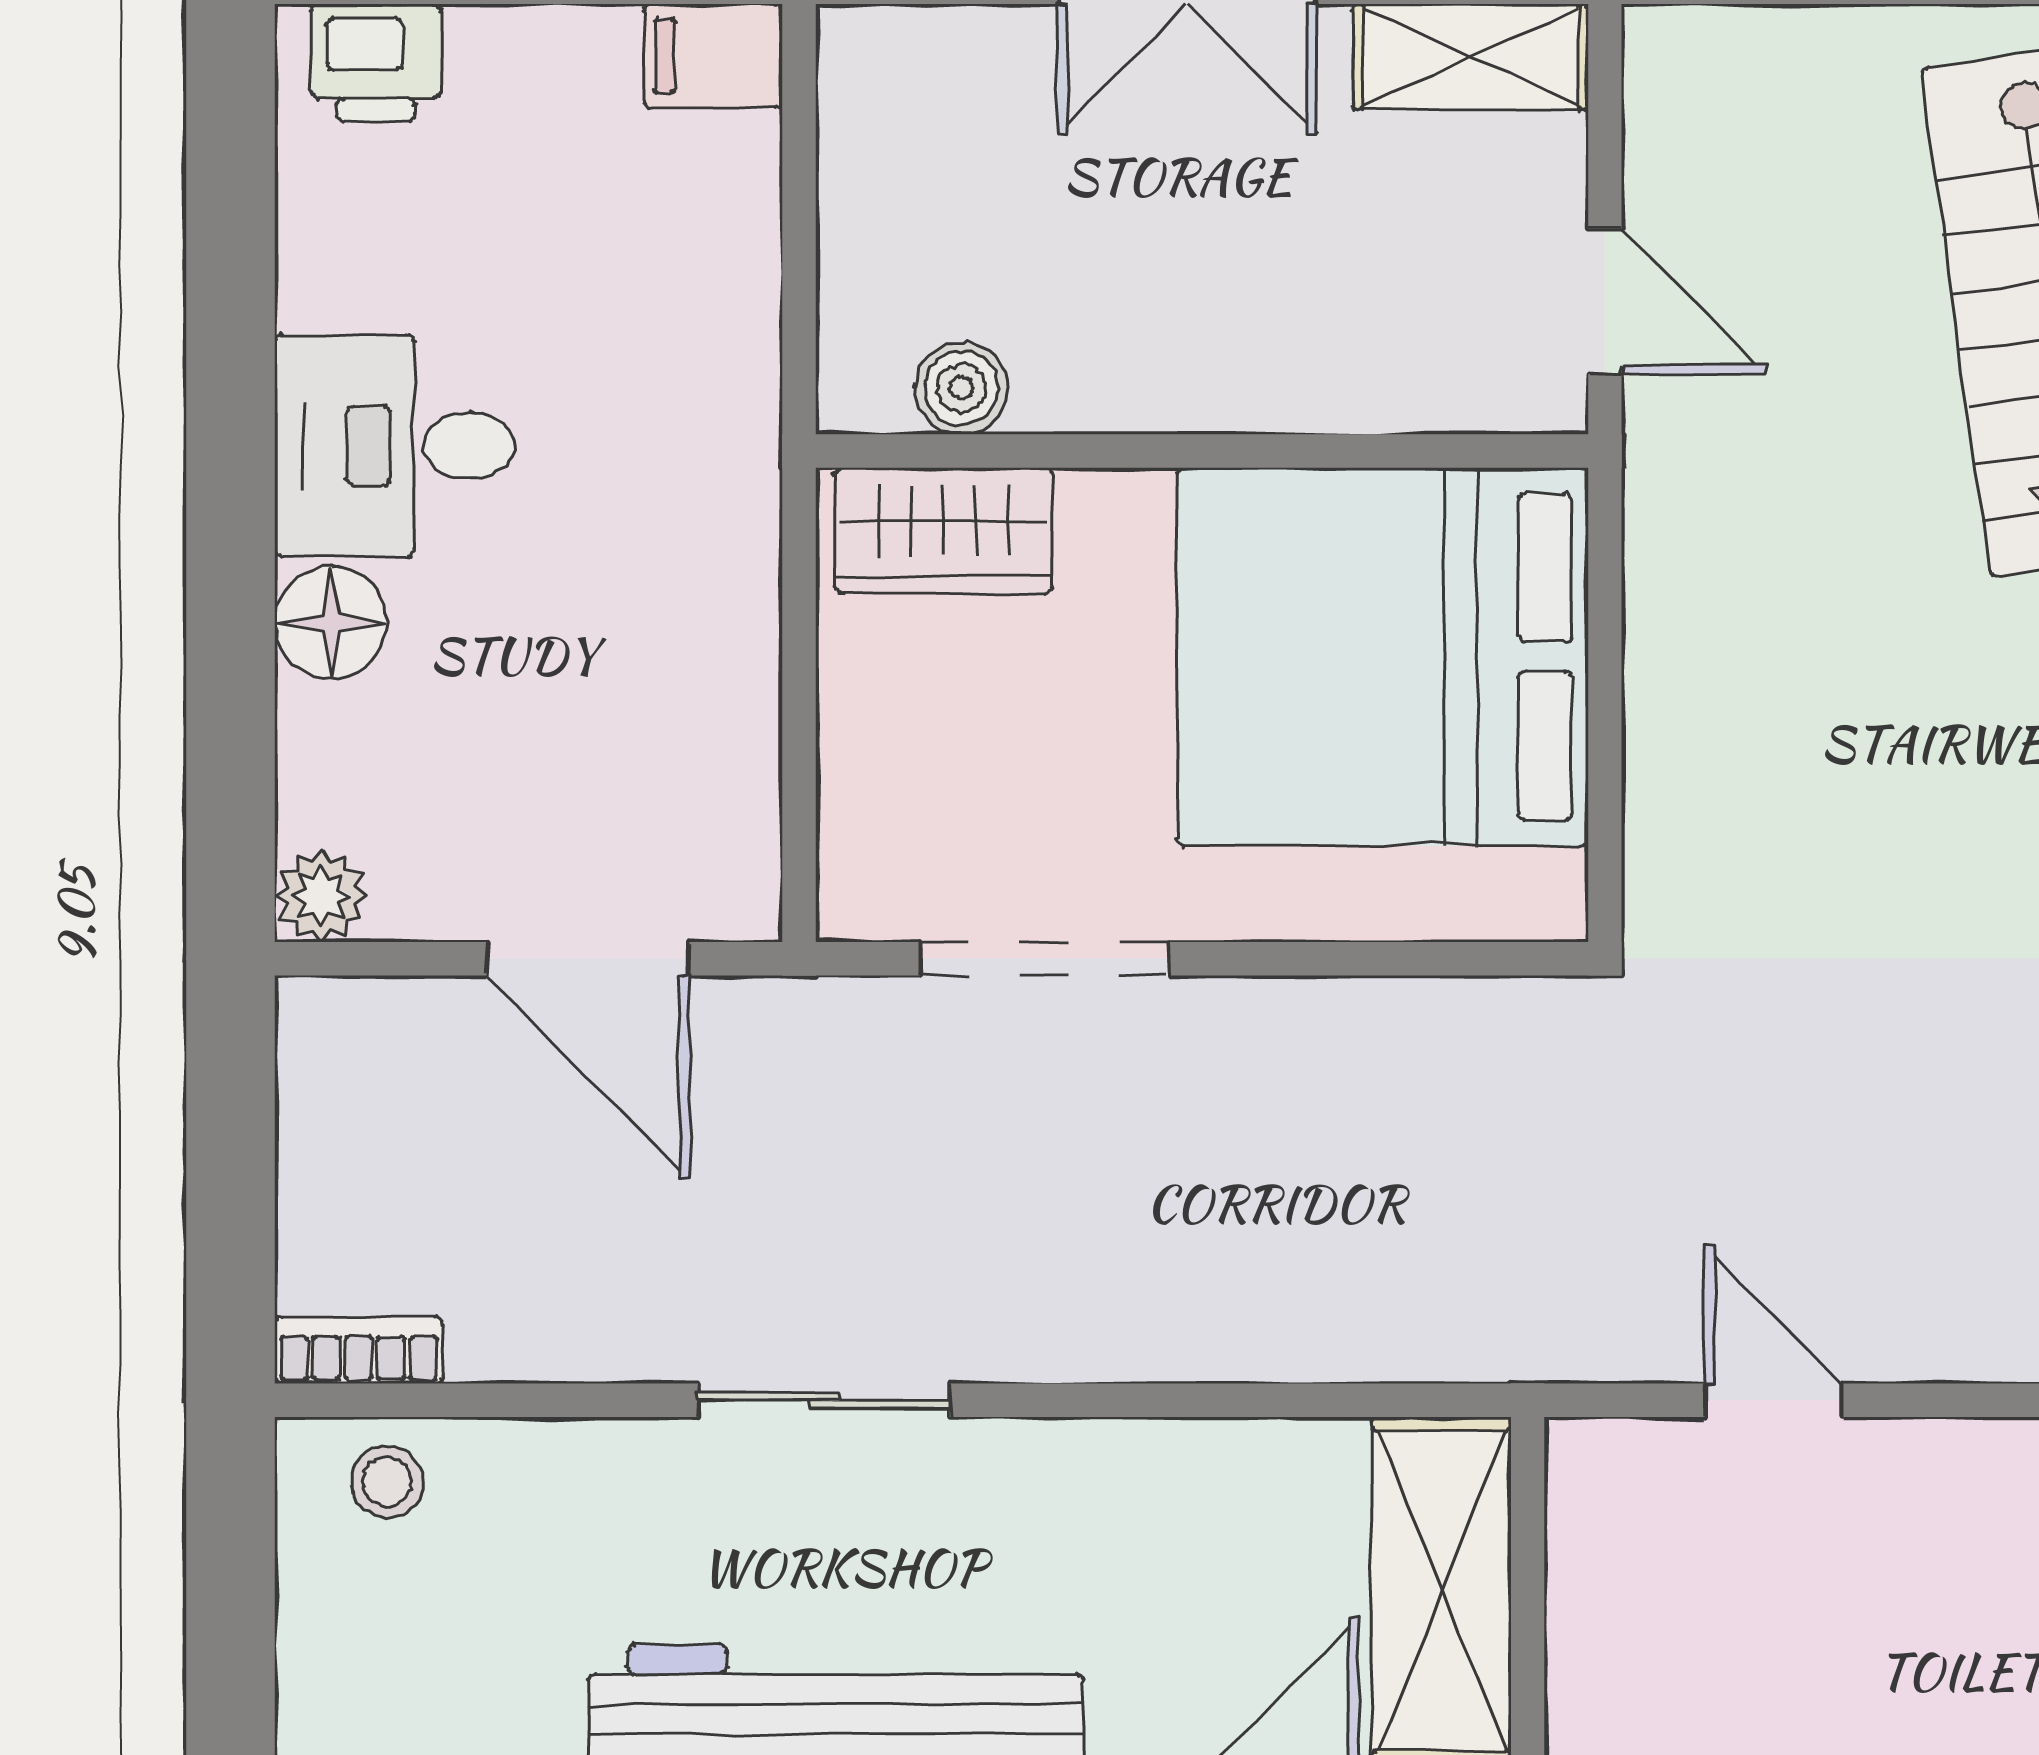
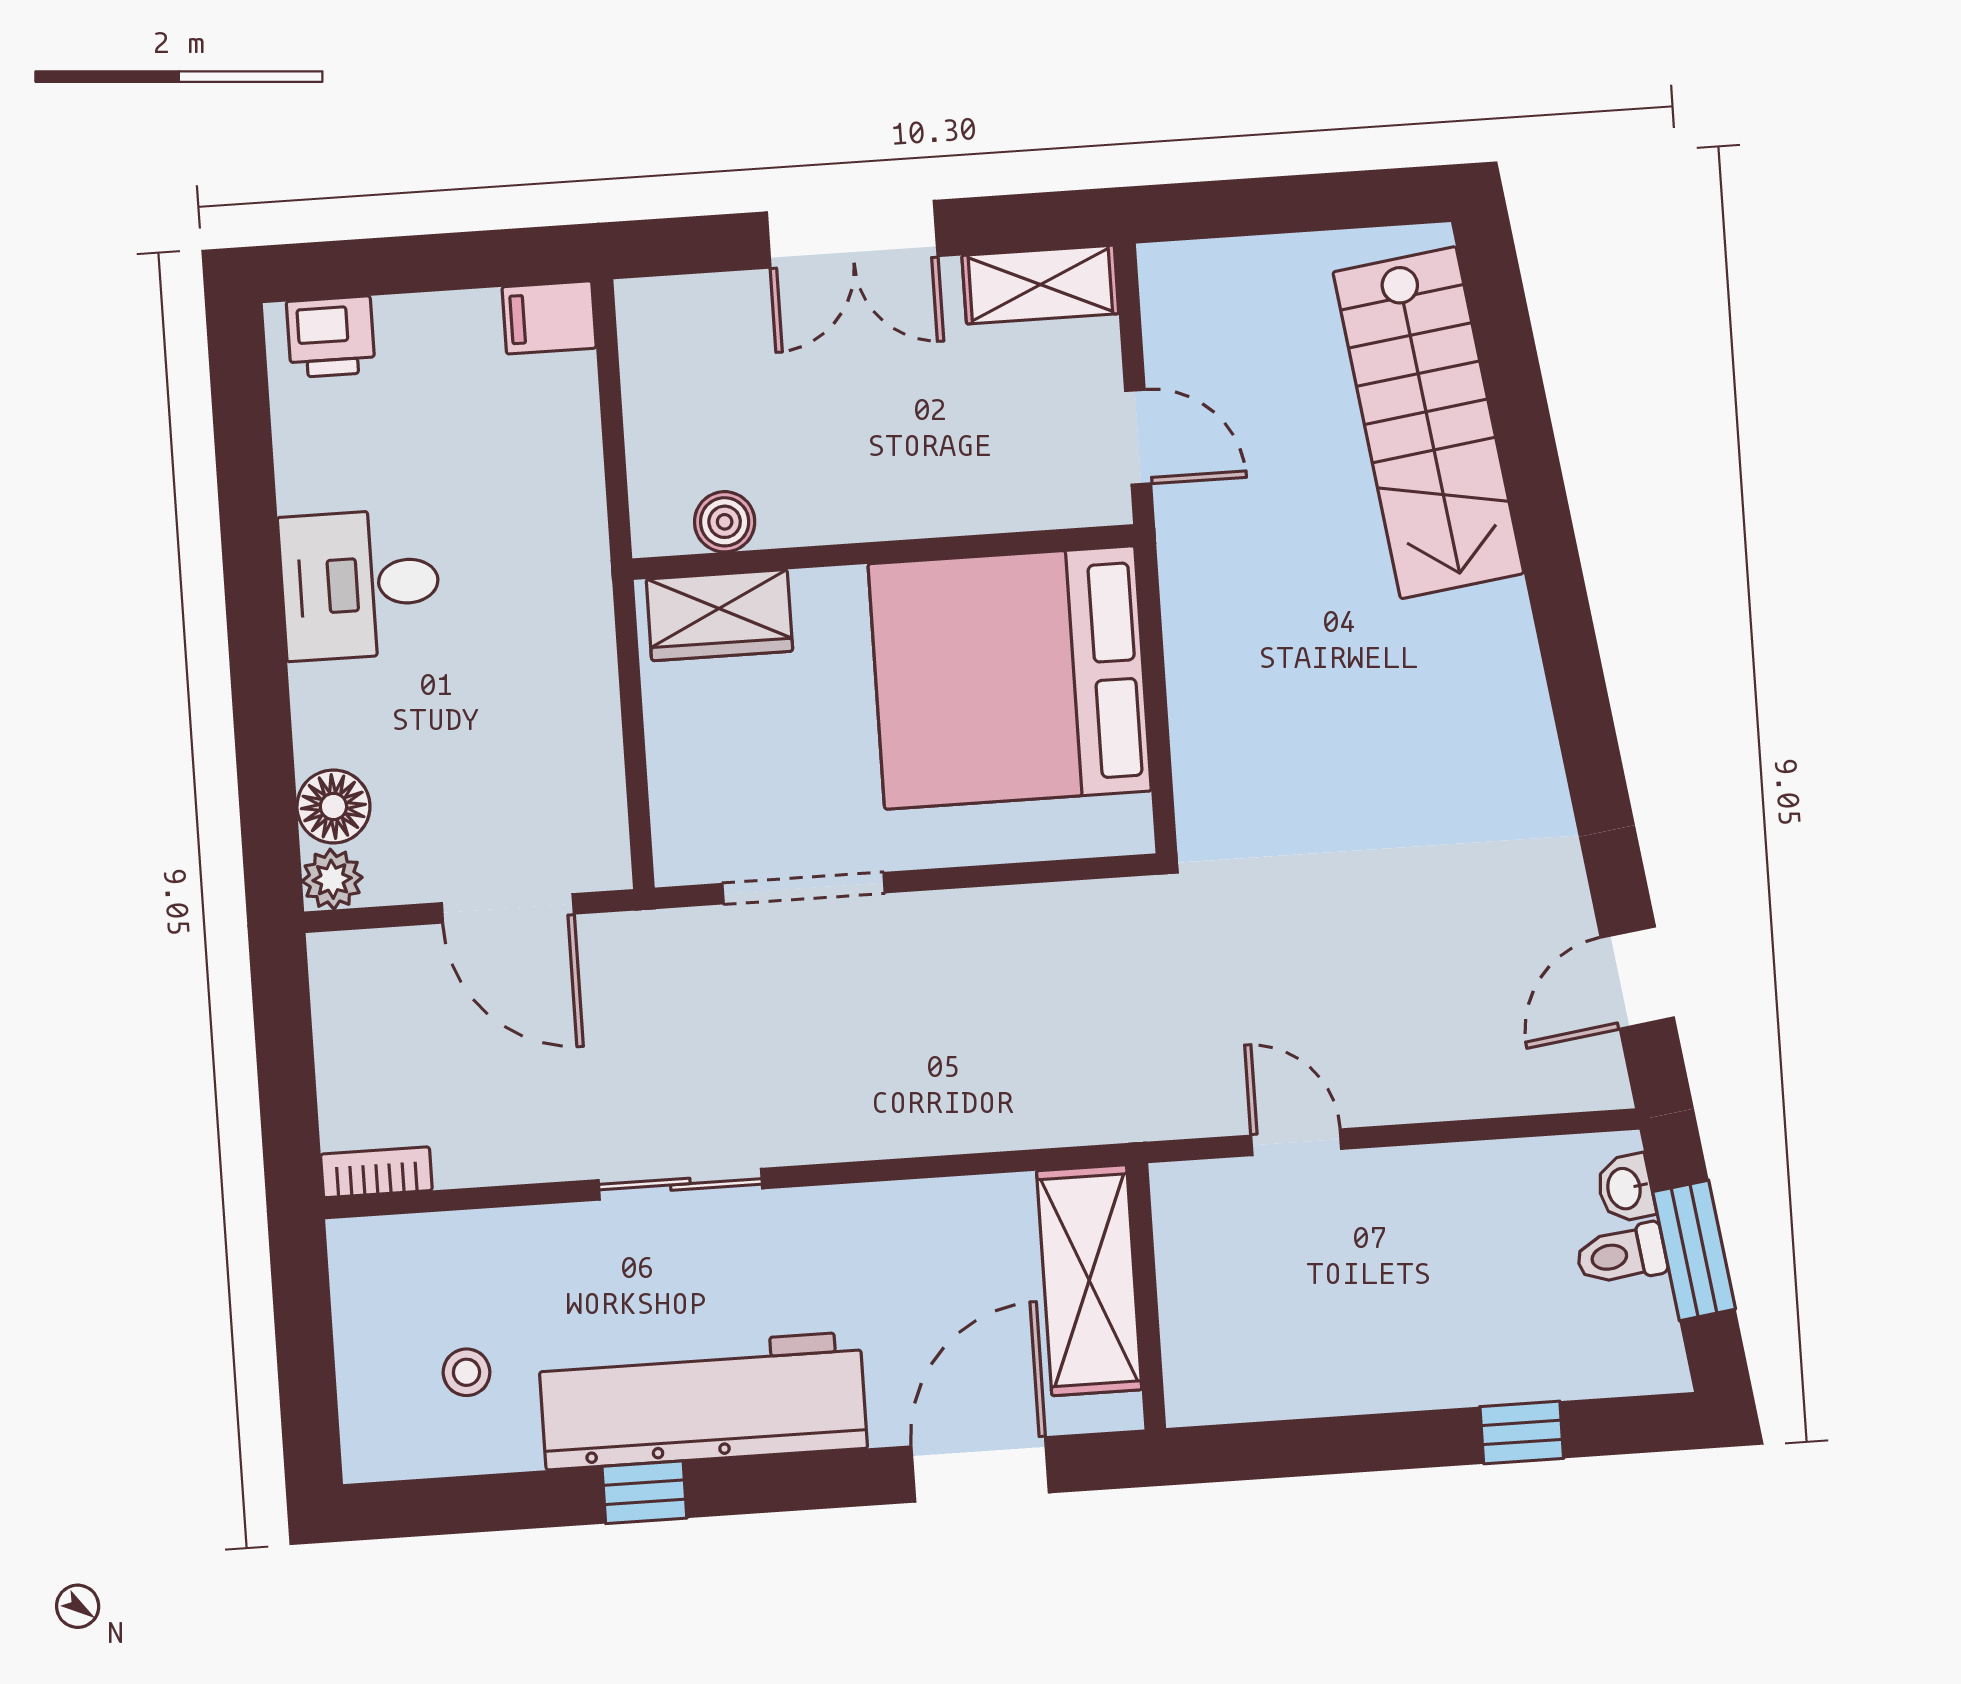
floor lamp: (331, 622) -> (333, 806), moved
stool: (387, 1482) -> (466, 1372), moved

